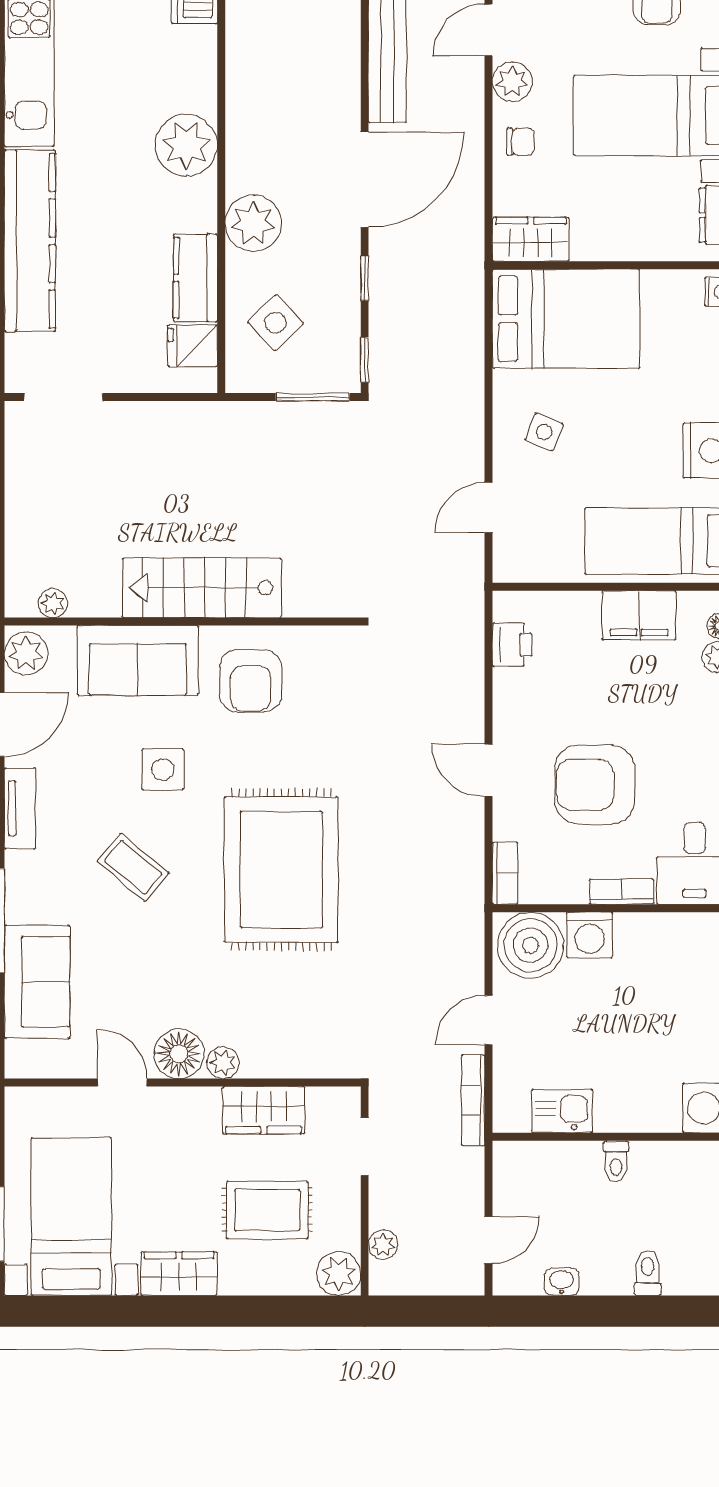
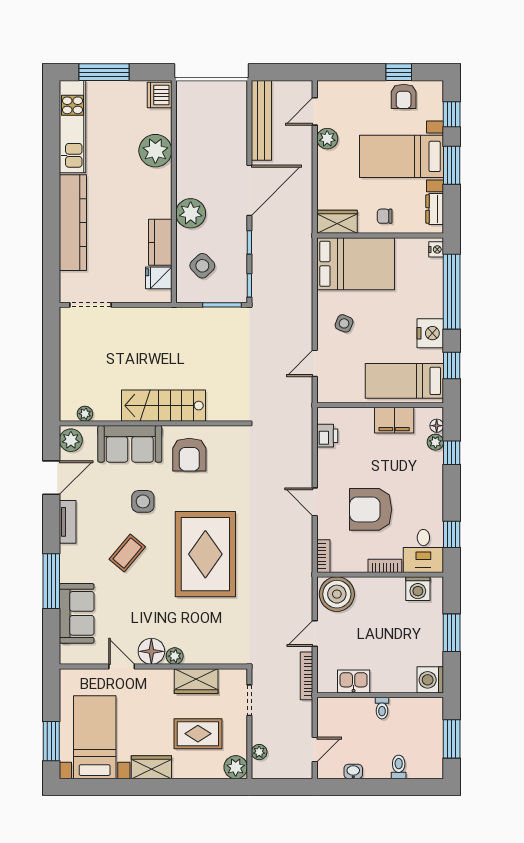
chair: (521, 142) -> (385, 216), moved, turned 180
plant: (186, 145) -> (155, 151), moved
coffee table: (133, 867) -> (127, 553), turned 90
washing machine: (590, 935) -> (418, 589), moved

